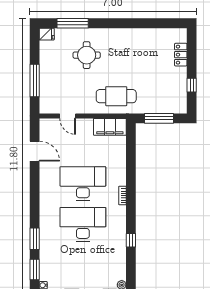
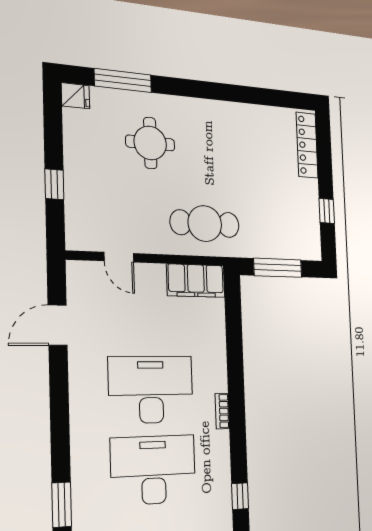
locker: (181, 55) -> (307, 145), width x1.53
window: (35, 81) -> (54, 184), width x0.46
door: (35, 151) -> (58, 325), swing flipped

